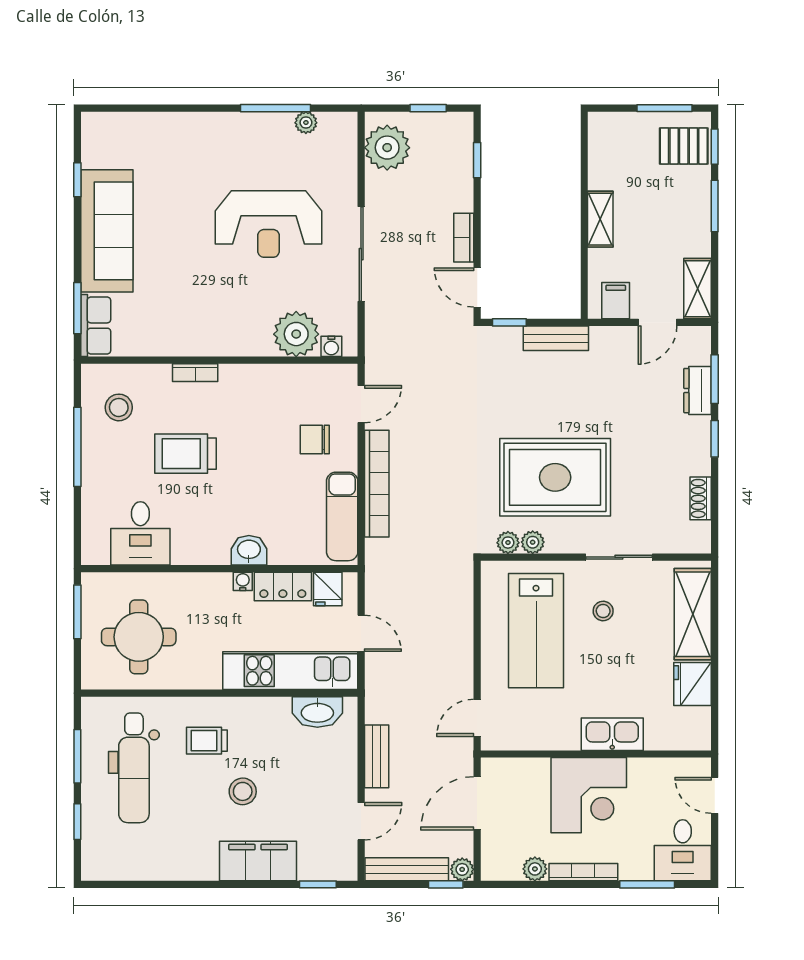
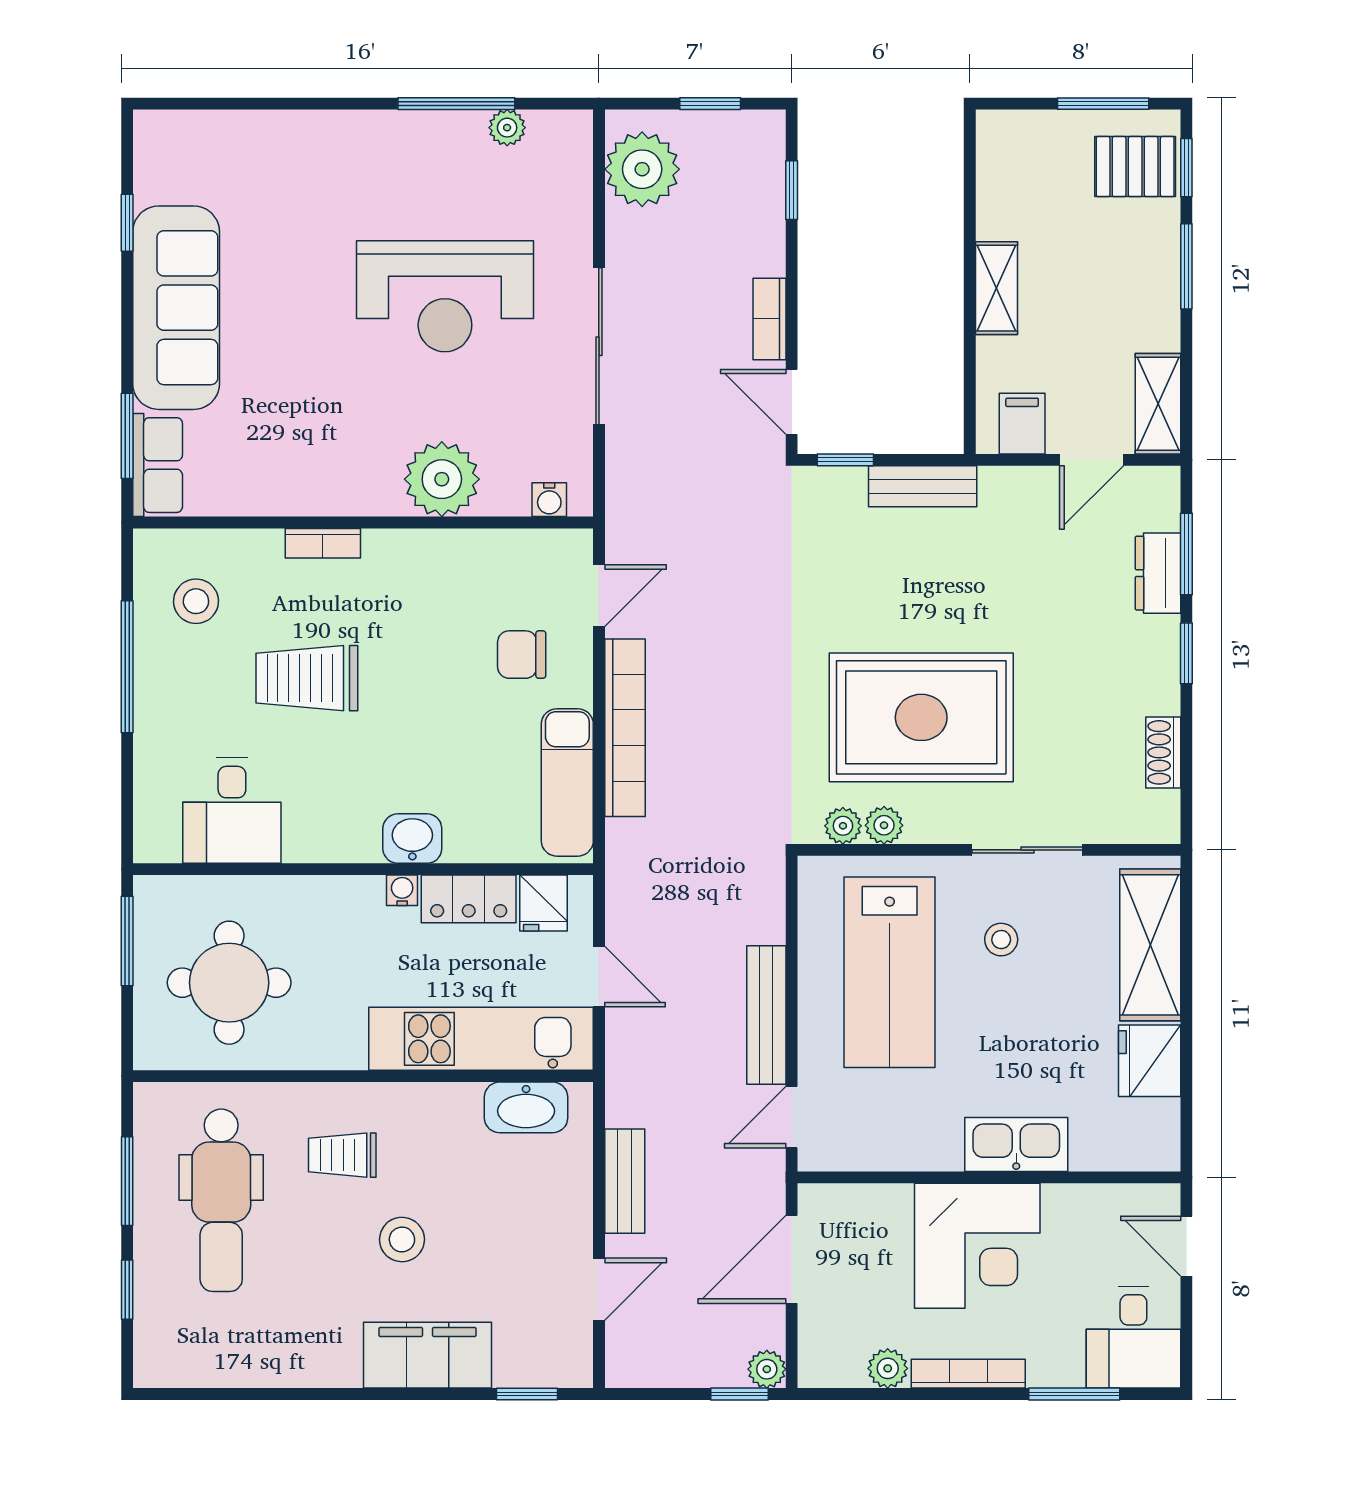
plant: (296, 334) -> (442, 479), moved
bench: (407, 869) -> (766, 1015), moved, turned 90

